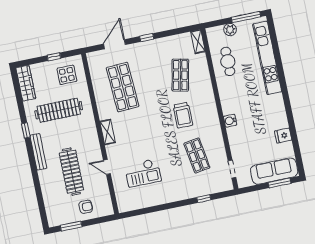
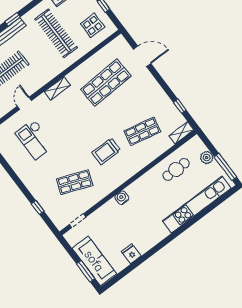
window: (147, 38) -> (180, 106), moved
window: (26, 130) -> (13, 19), moved
shop shelf: (197, 156) -> (75, 182), turned 30

